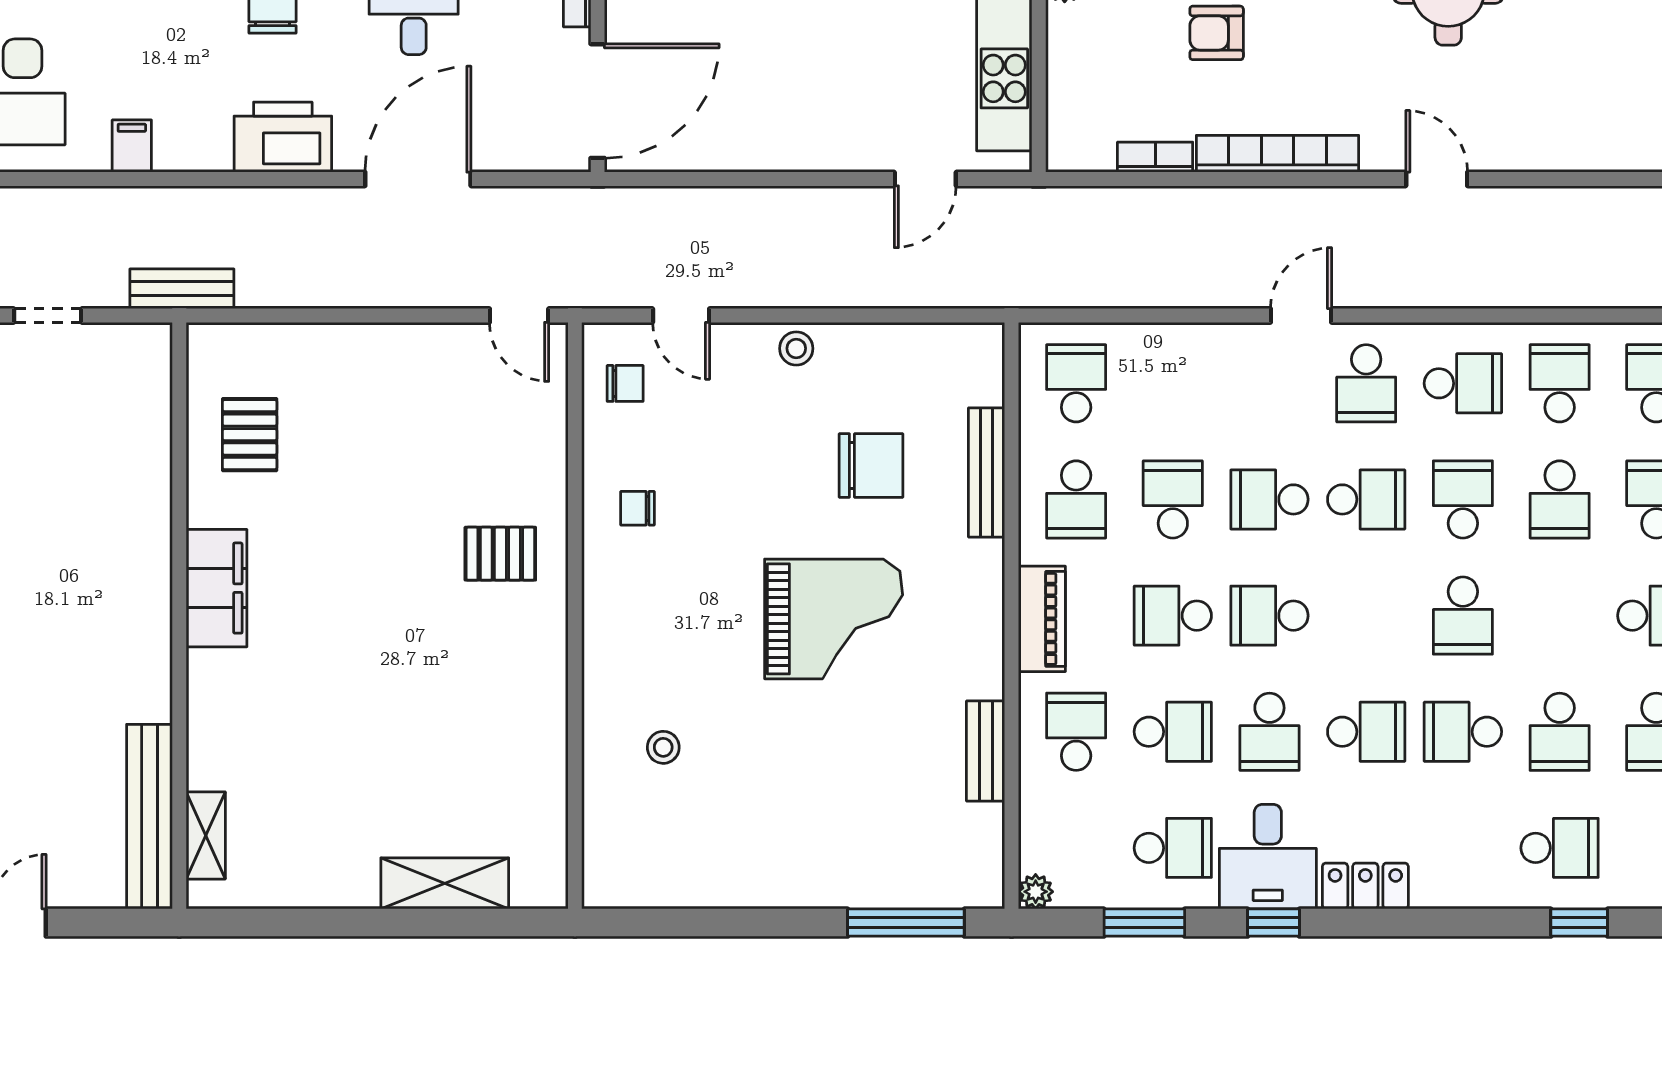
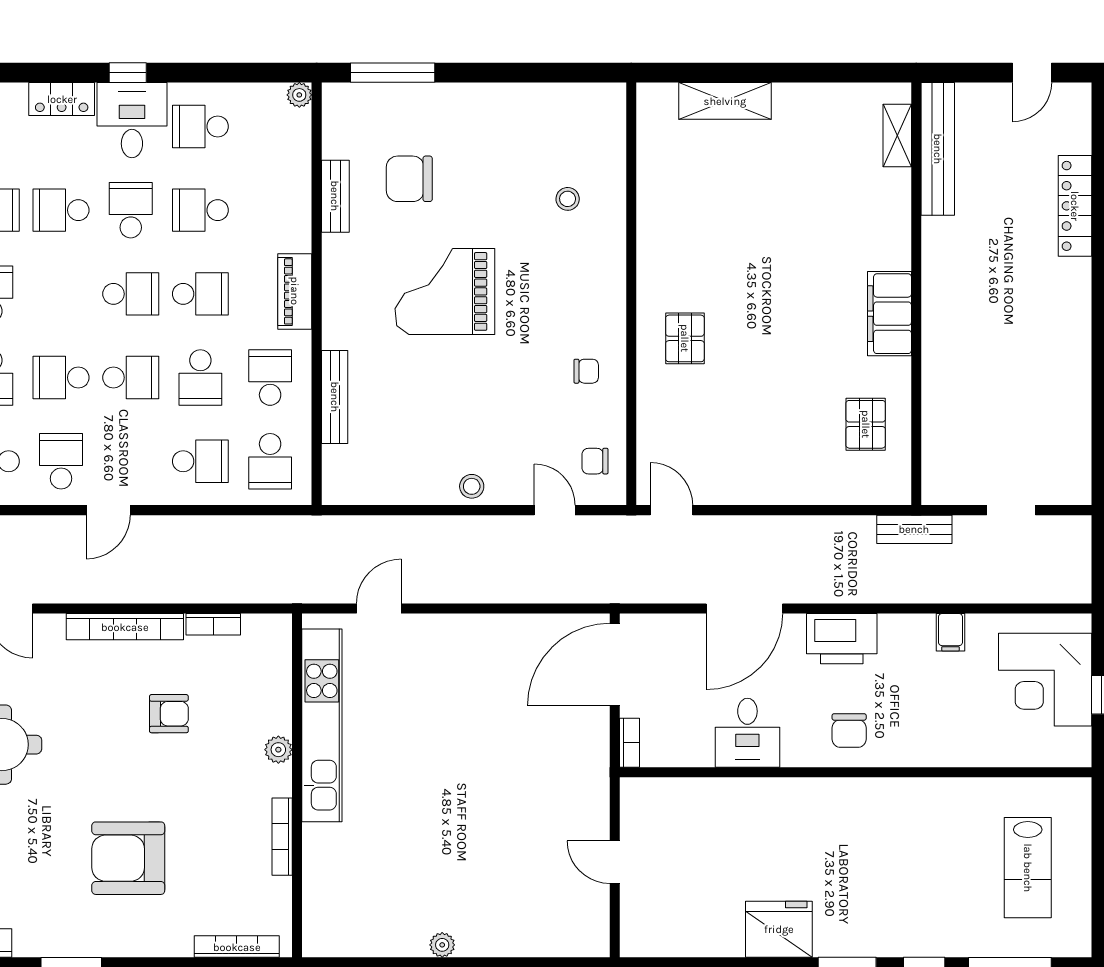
chair: (871, 465) -> (409, 179), moved
pallet: (500, 554) -> (685, 338), turned 90
school desk: (1076, 732) -> (200, 461), moved, turned -90
window: (1144, 923) -> (221, 73), removed

